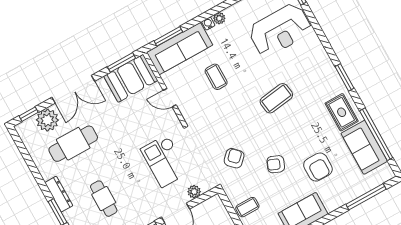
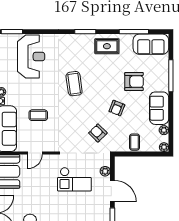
window: (376, 134) -> (134, 32), width x0.68
sofa: (364, 147) -> (151, 44), moved
window: (366, 197) -> (171, 76), moved

